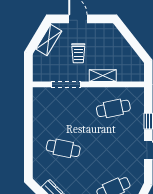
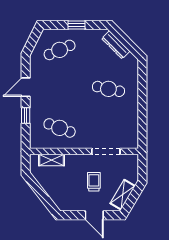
shelving: (103, 76) -> (51, 160), moved
cafe table: (113, 108) -> (60, 128), turned 33

